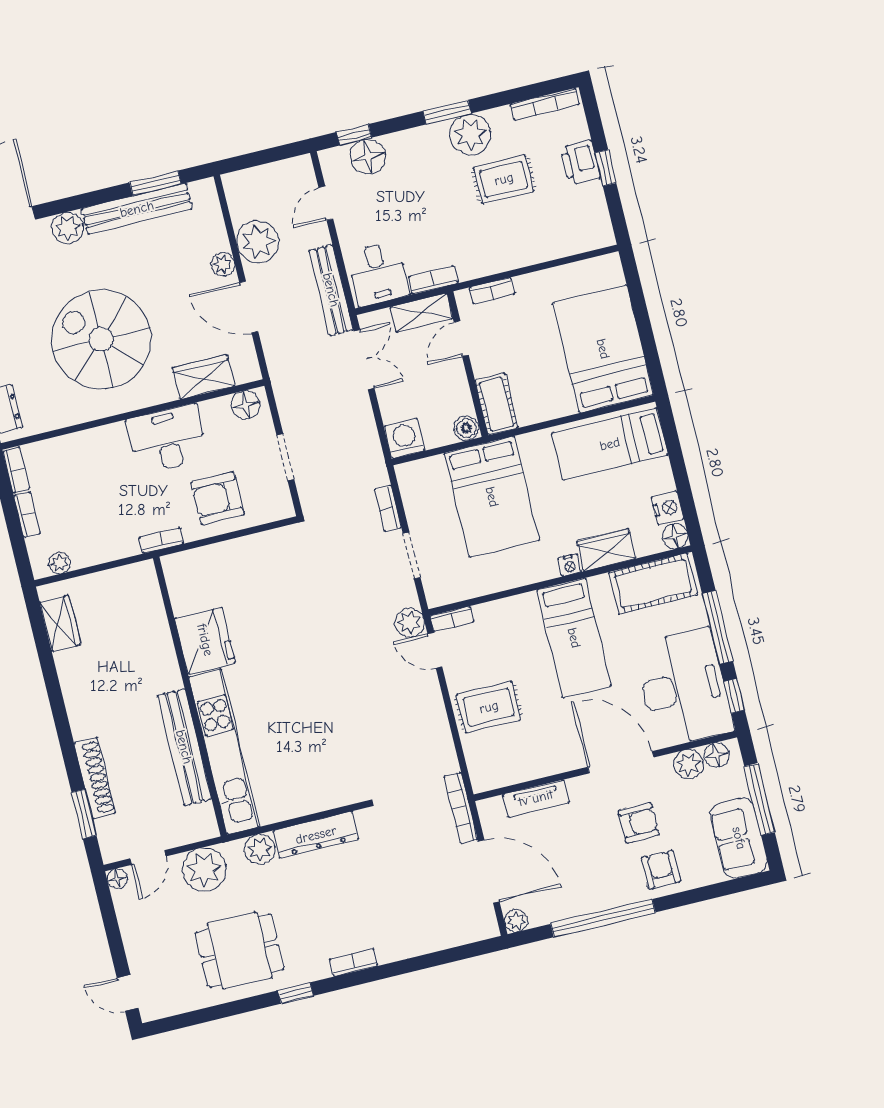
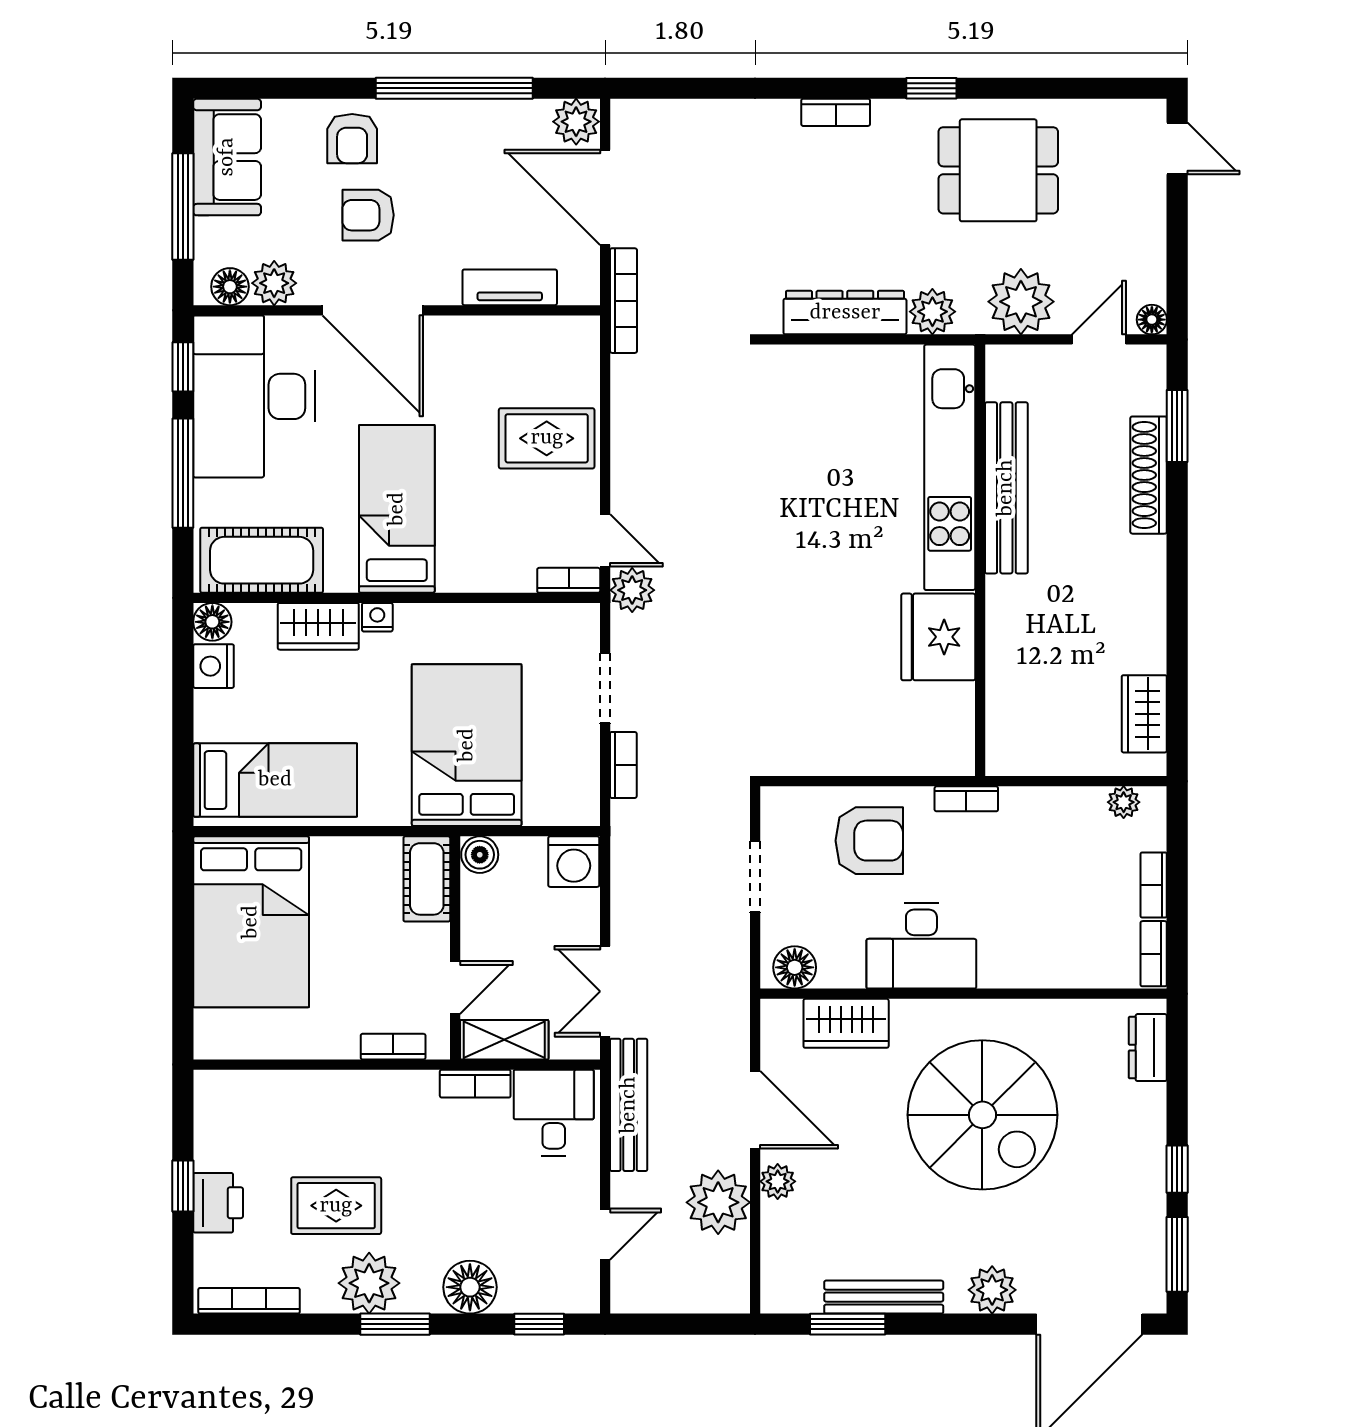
floor lamp: (368, 157) -> (470, 1287), moved
bench: (137, 209) -> (884, 1297), width x0.73, depth x0.82
plant: (516, 921) -> (576, 122), width x1.38, depth x1.38

